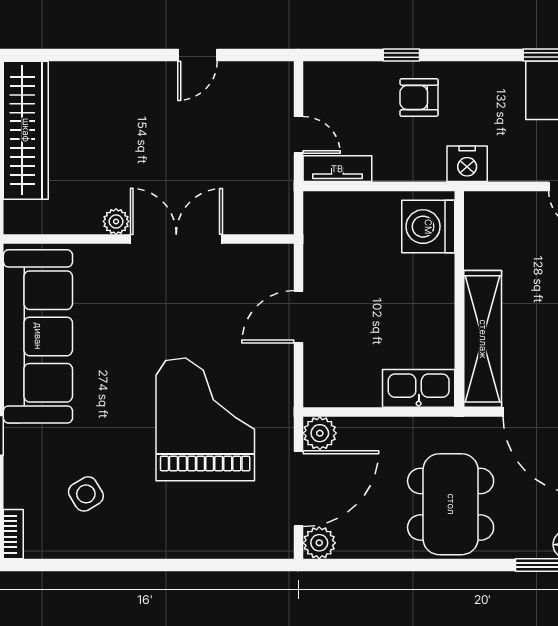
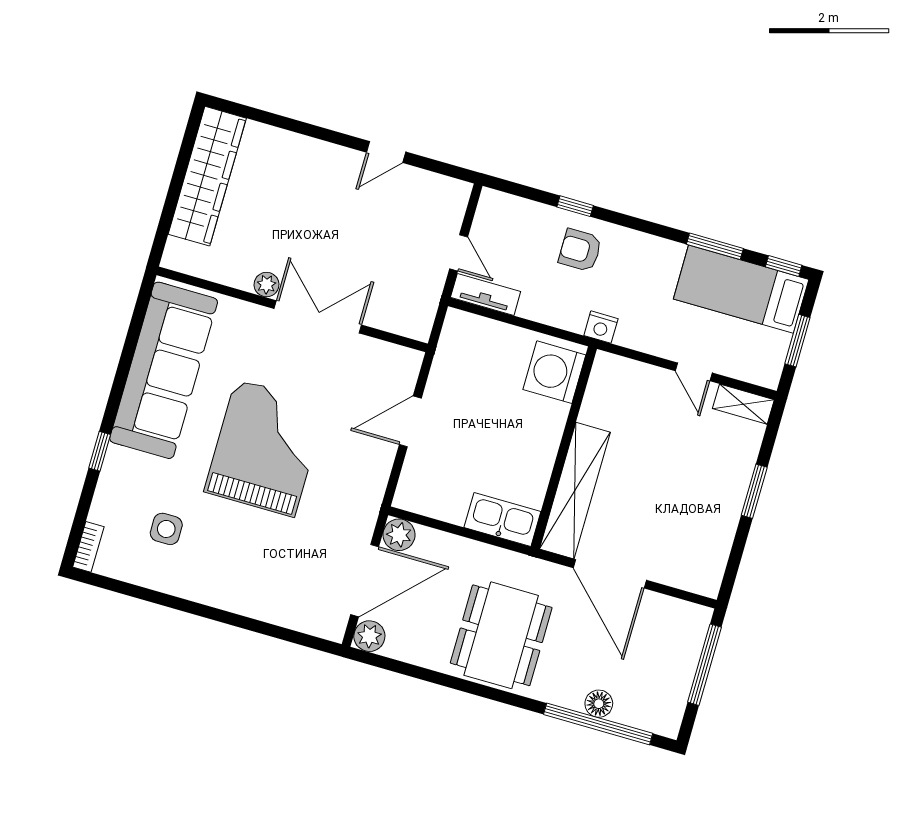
nightstand: (467, 164) -> (601, 327), width x0.74, depth x0.75
grand piano: (205, 419) -> (265, 448), moved
side table: (86, 494) -> (166, 529), turned 31

